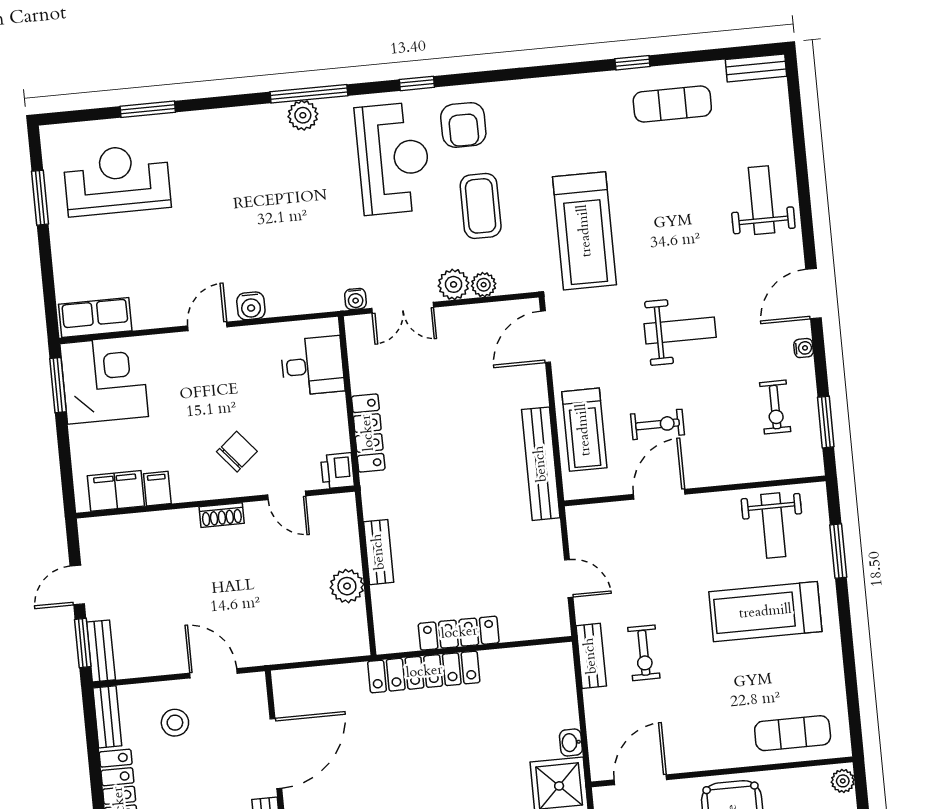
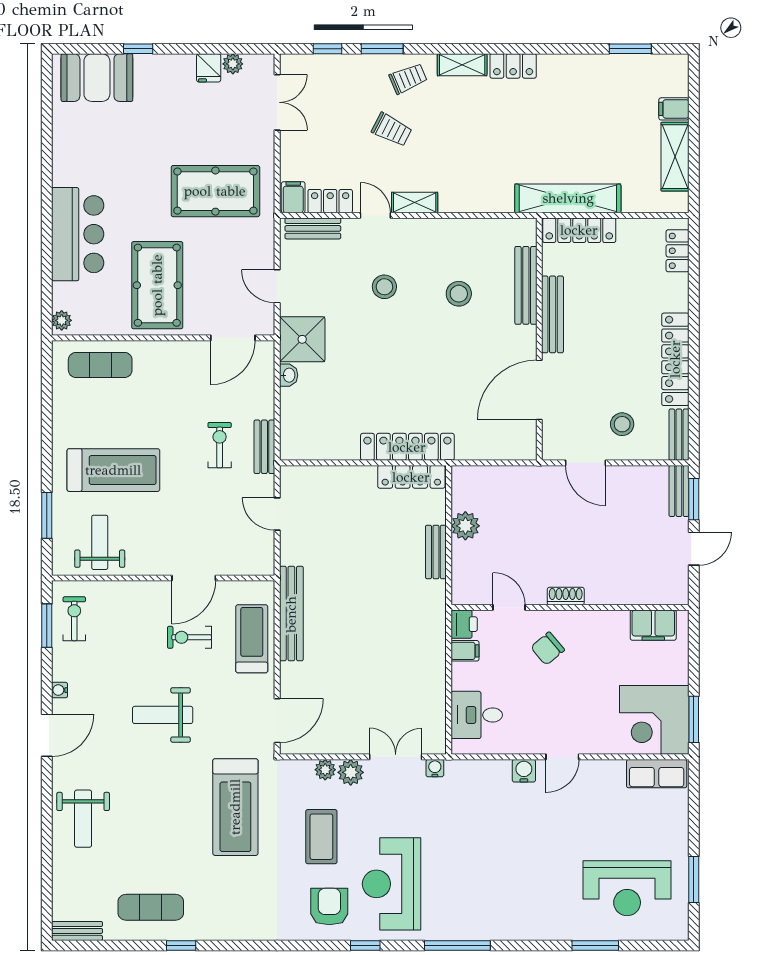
plant: (303, 115) -> (464, 928), removed
treadmill: (585, 231) -> (235, 807), turned 180
exercise bike: (775, 407) -> (74, 619), moved
locker: (368, 433) -> (435, 654), removed
filing cabinet: (157, 489) -> (465, 651), moved, turned -90
locker: (459, 633) -> (411, 477), moved

